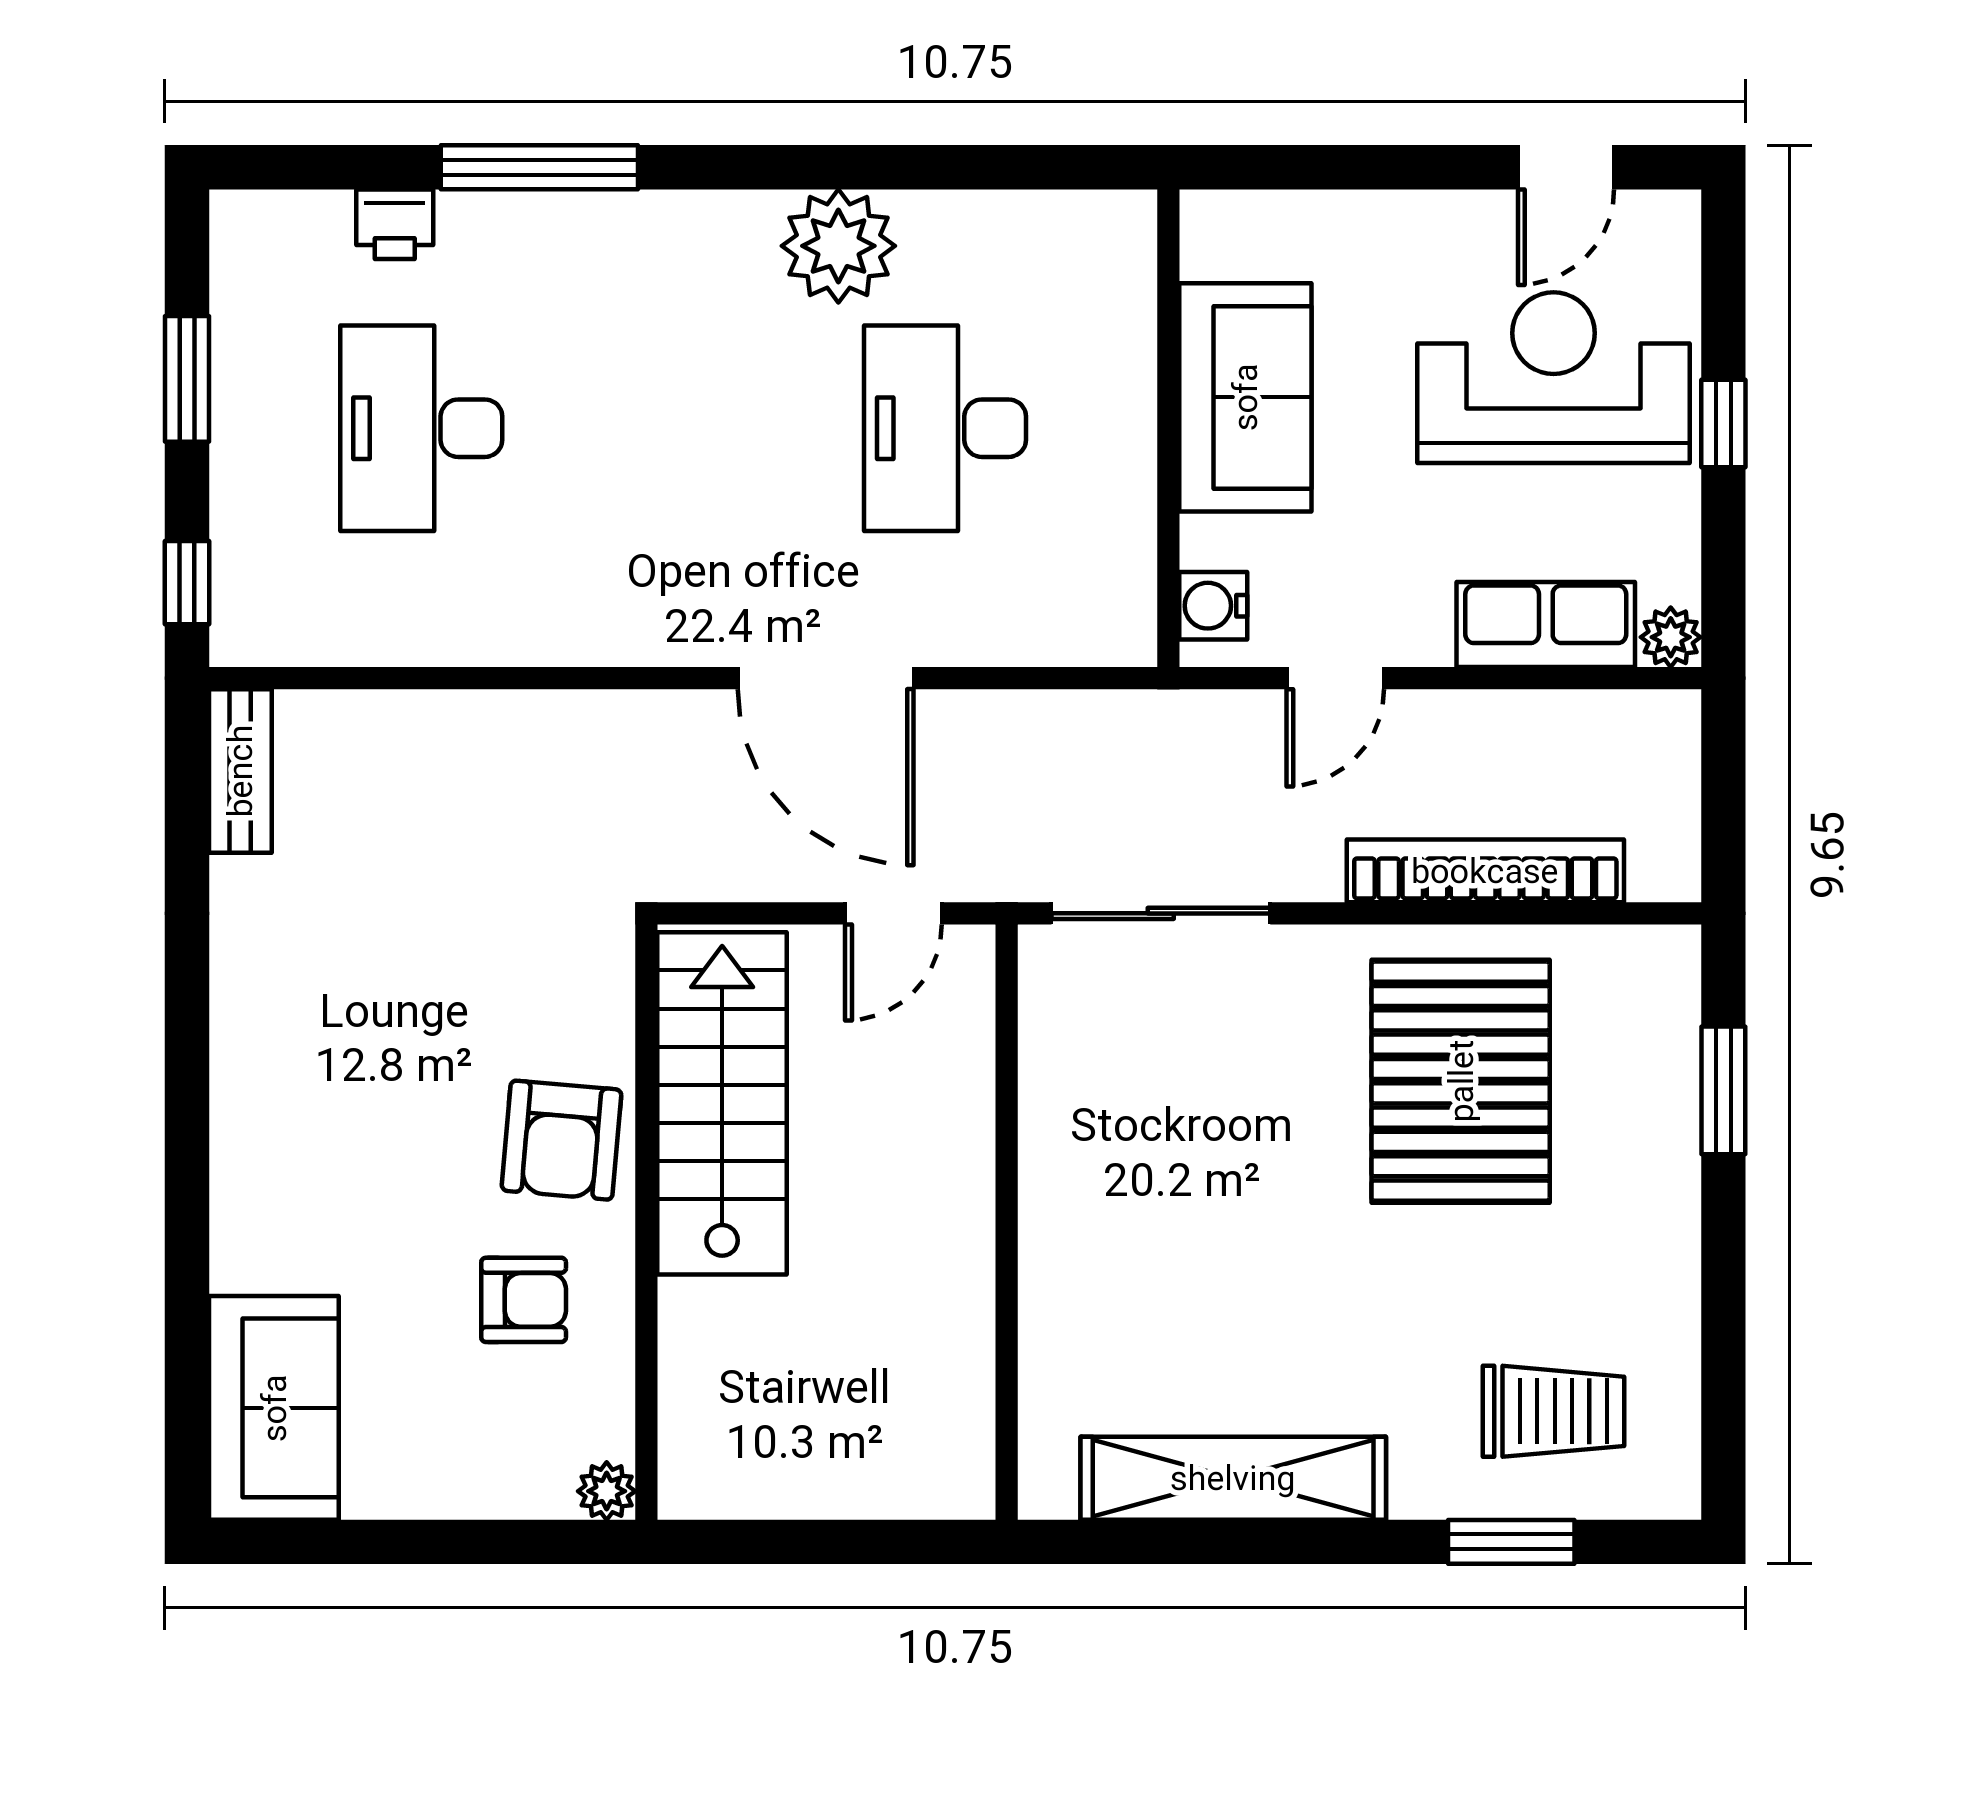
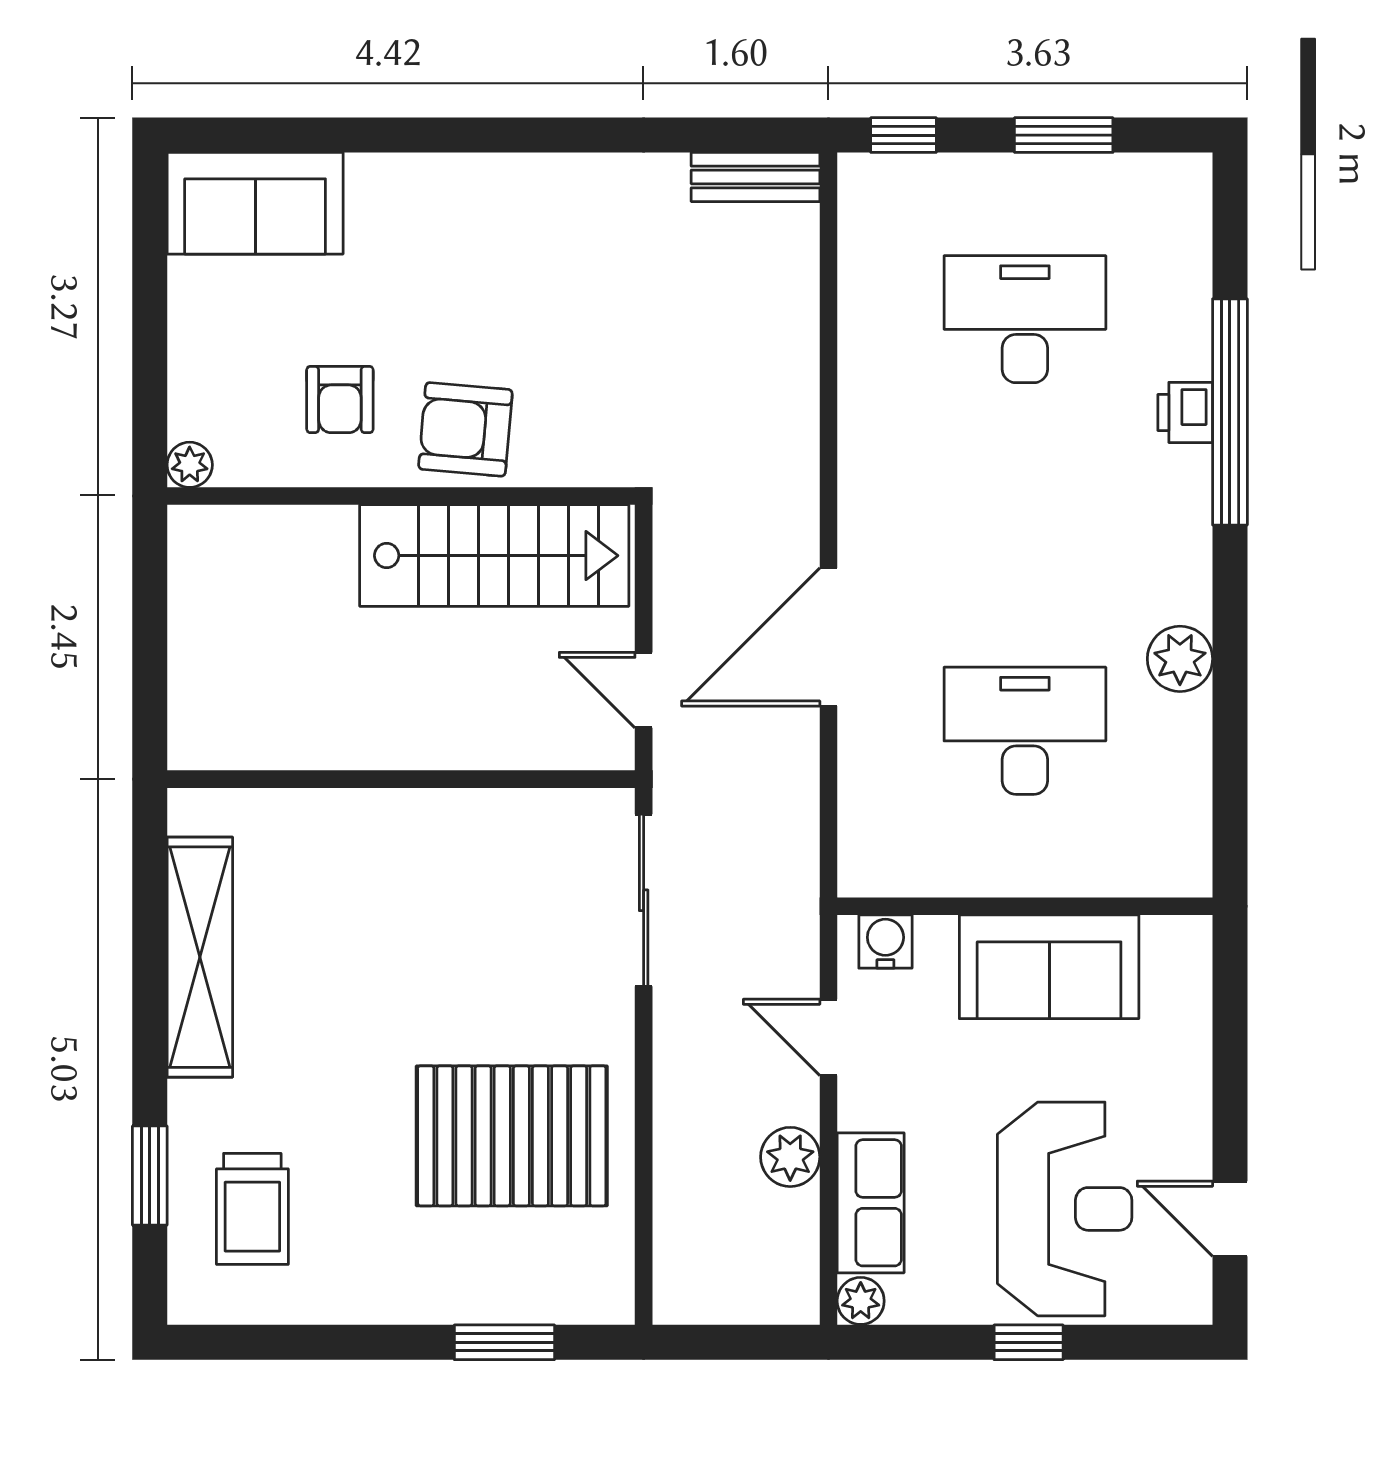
window: (539, 167) -> (1230, 412), width x1.46
printer: (395, 224) -> (1185, 412), moved
plant: (838, 246) -> (1180, 659), width x0.73, depth x0.73
plant: (1487, 727) -> (790, 1157), added
bookcase: (1485, 871) -> (677, 1155), removed

